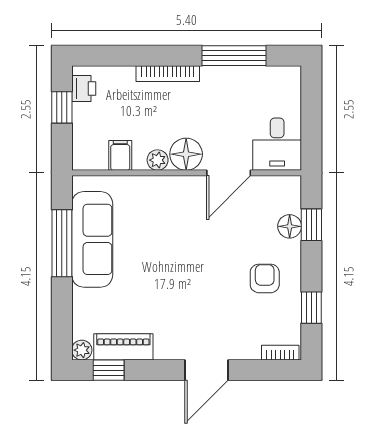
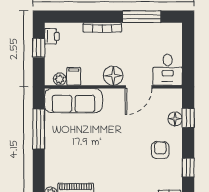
plant: (158, 160) -> (60, 79), moved
sofa: (92, 239) -> (73, 101), moved, turned 90

